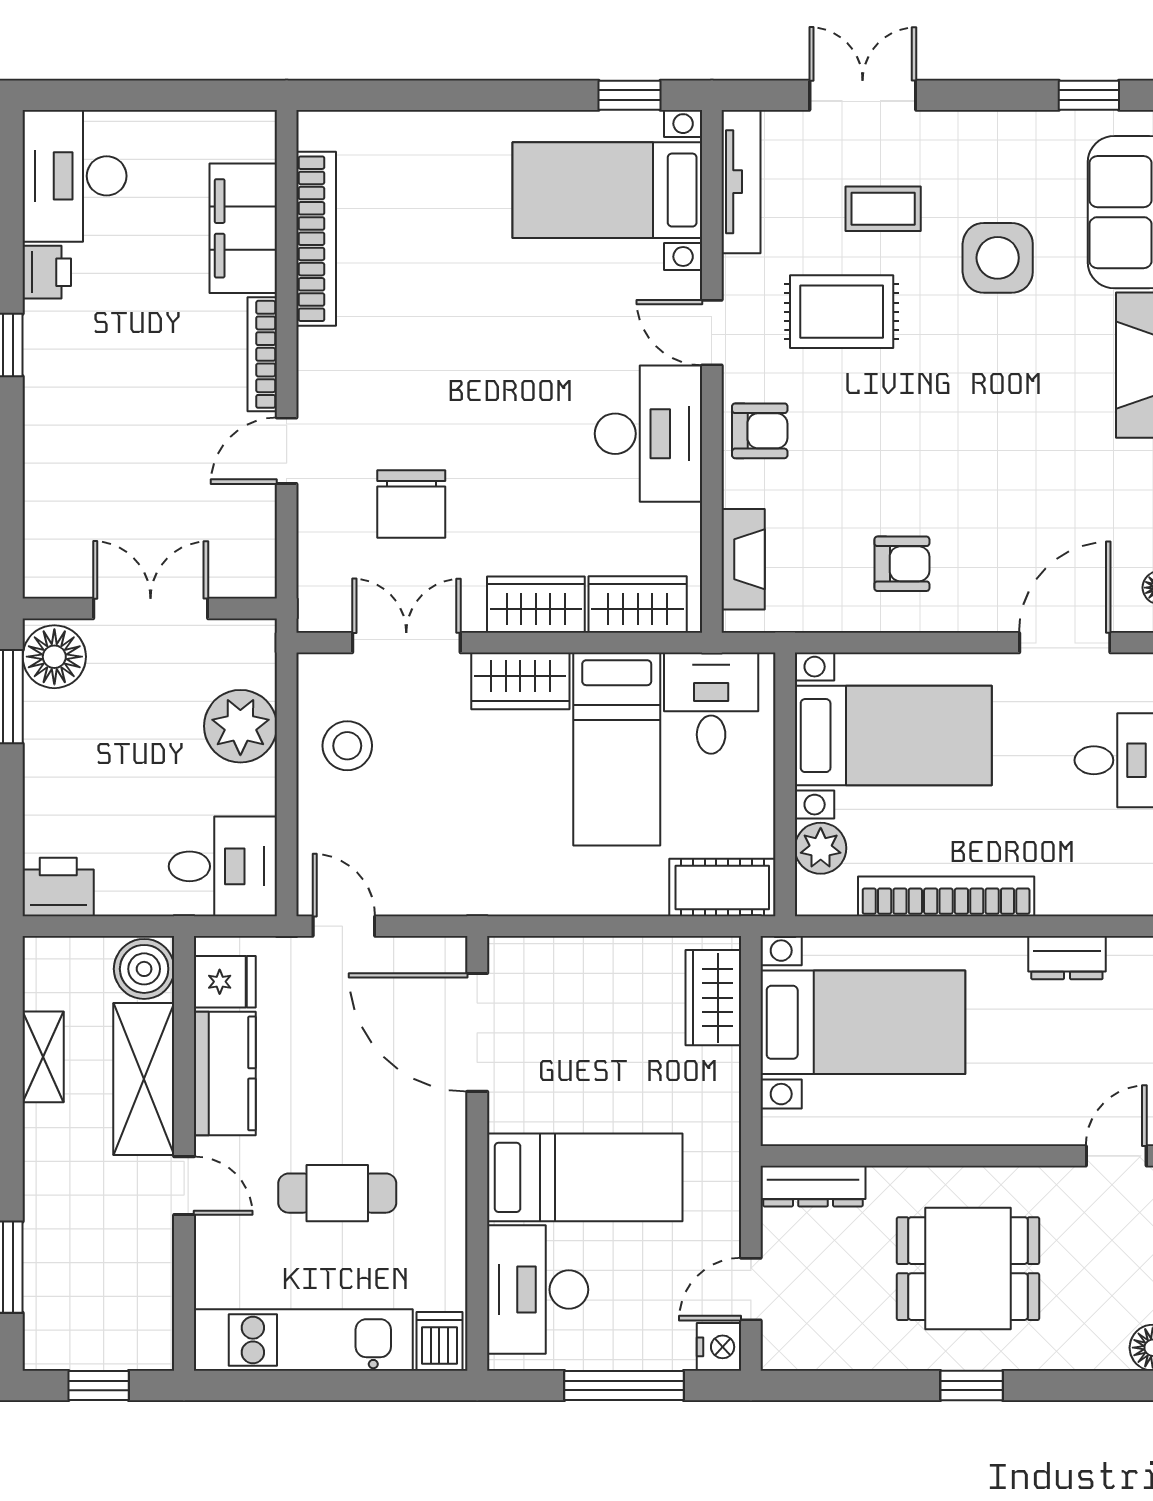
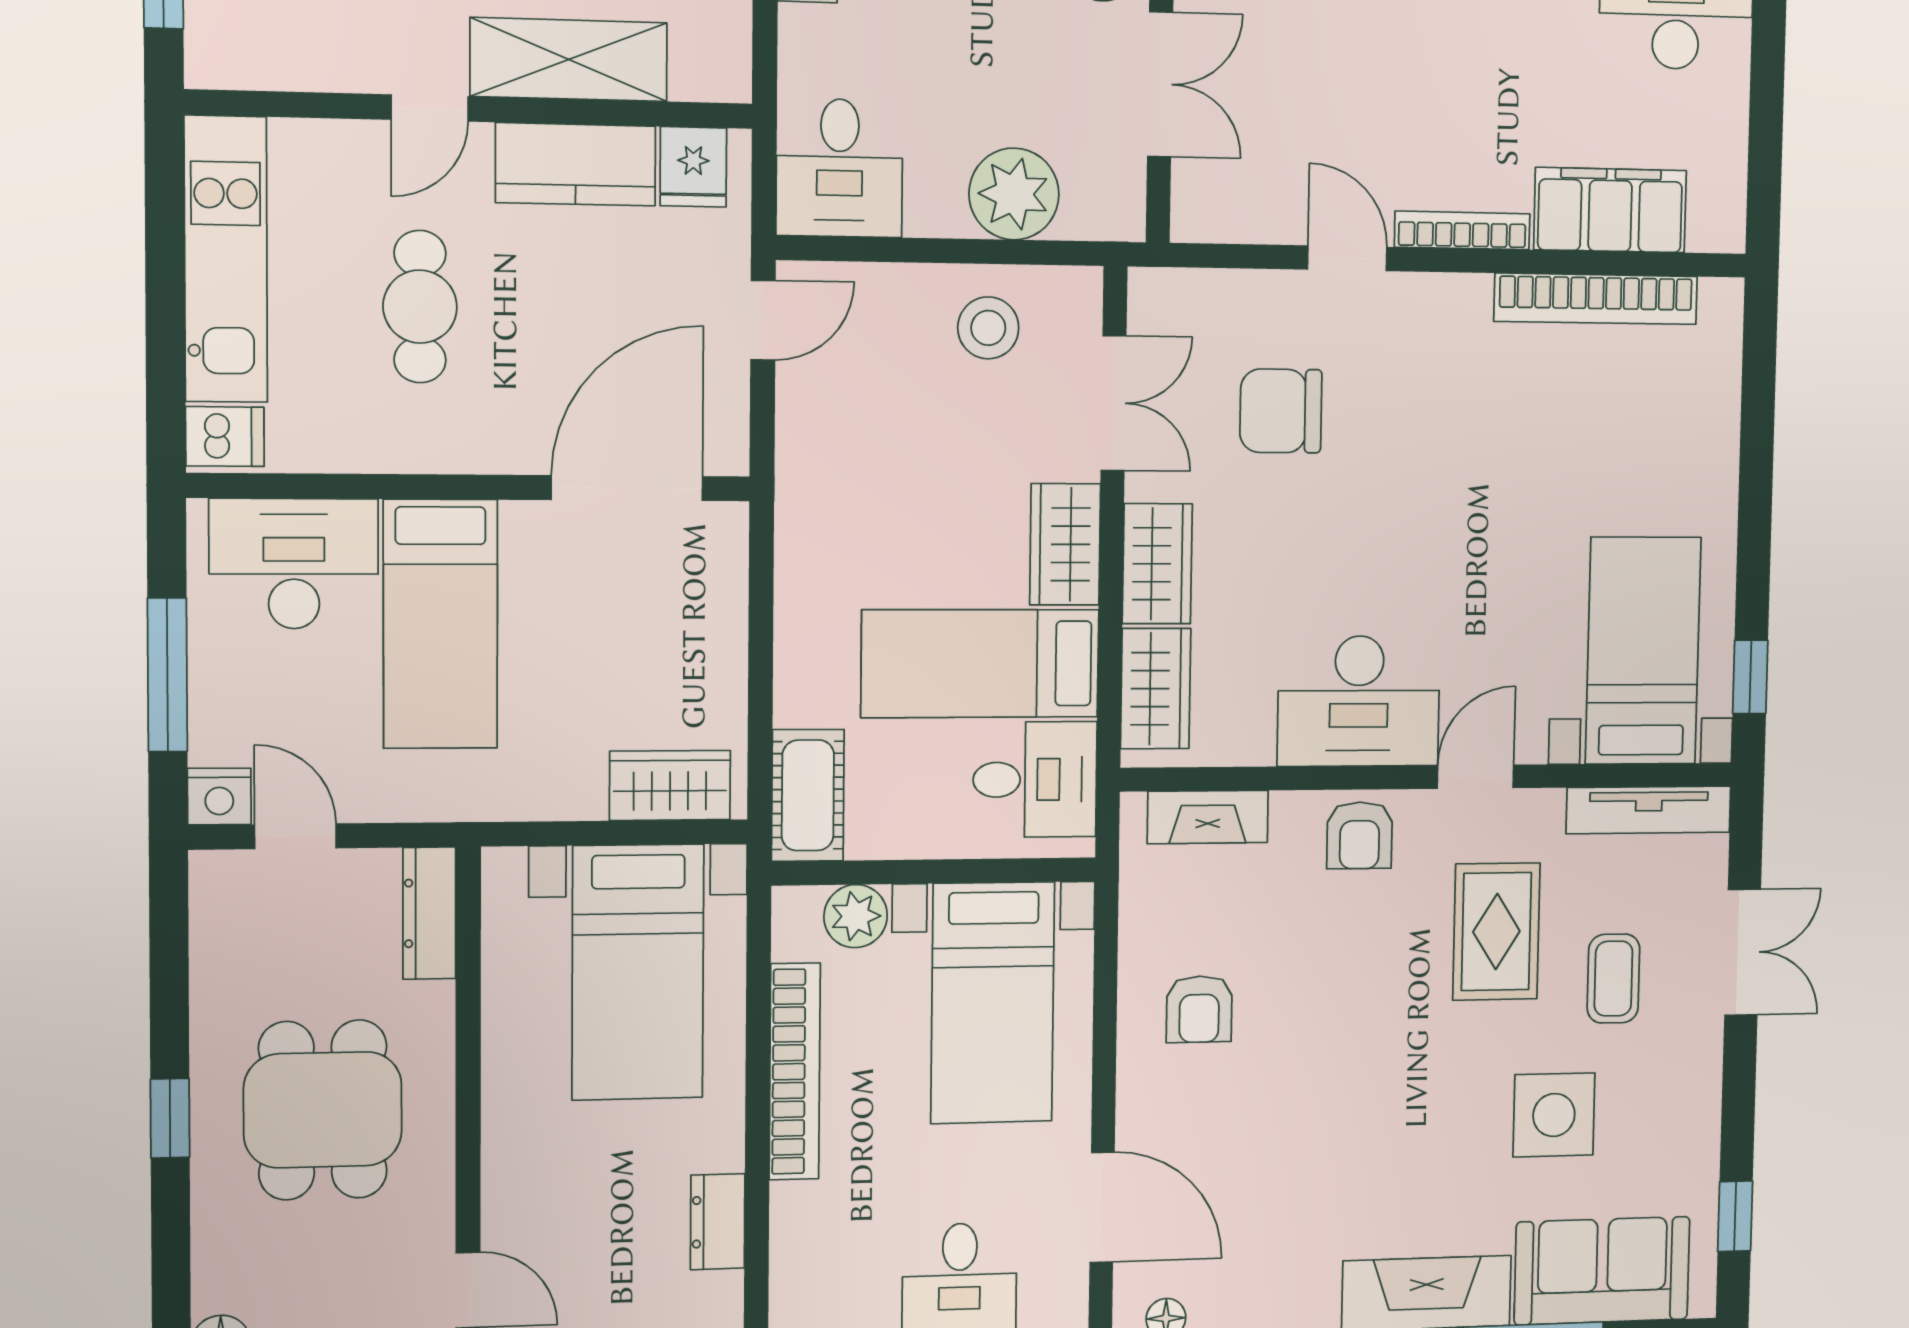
boiler: (144, 969) -> (710, 64), removed

